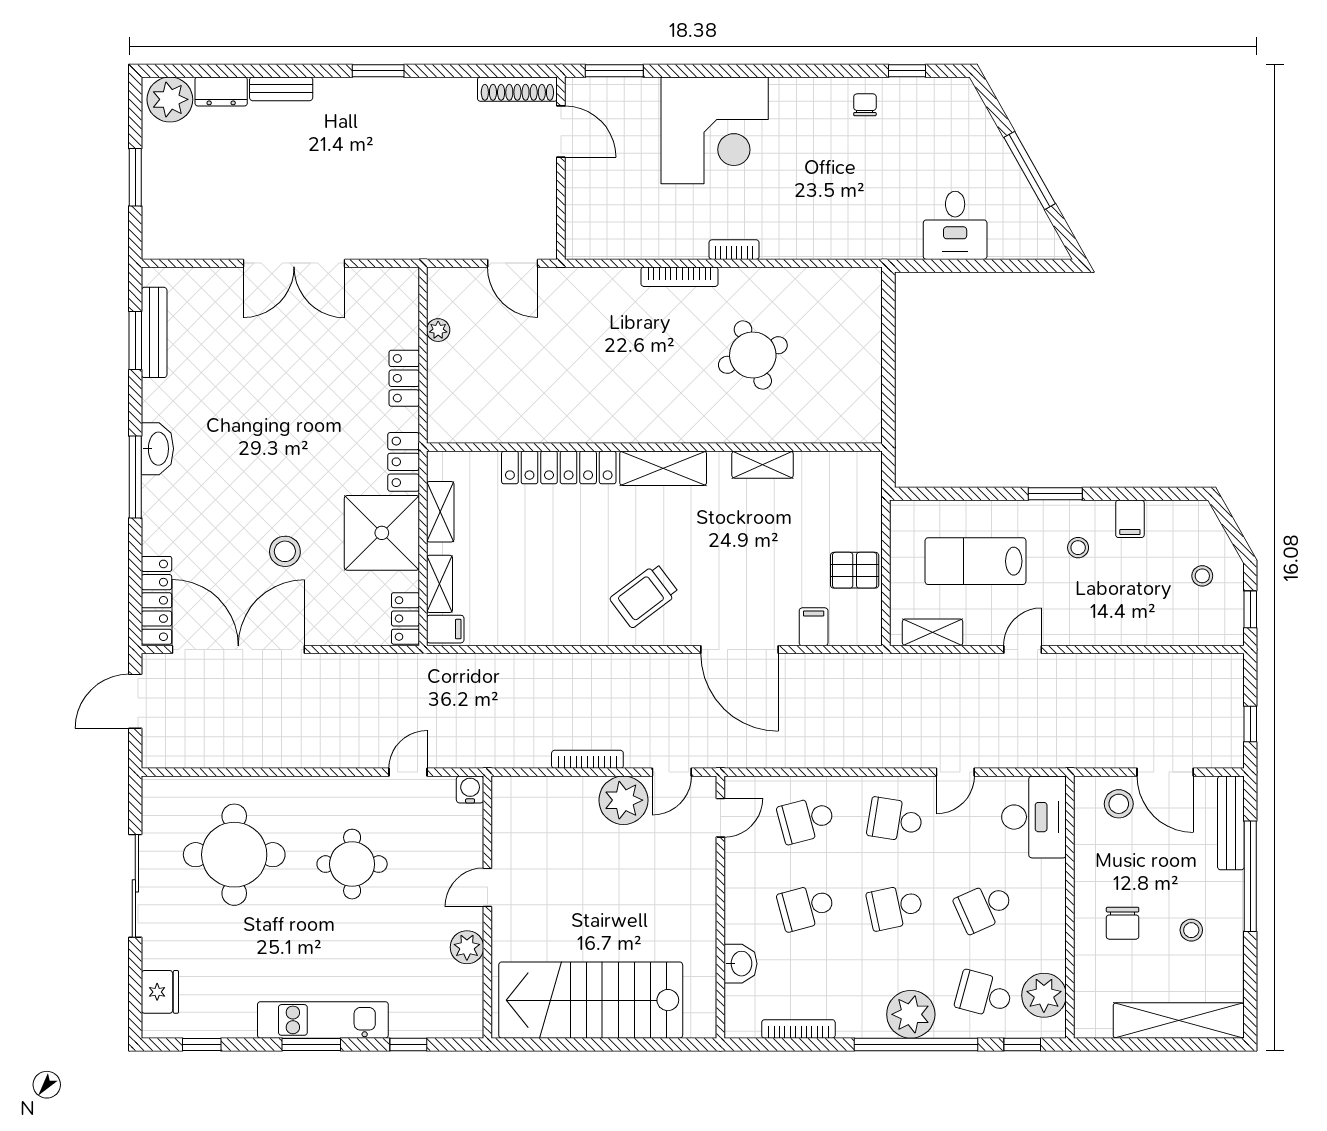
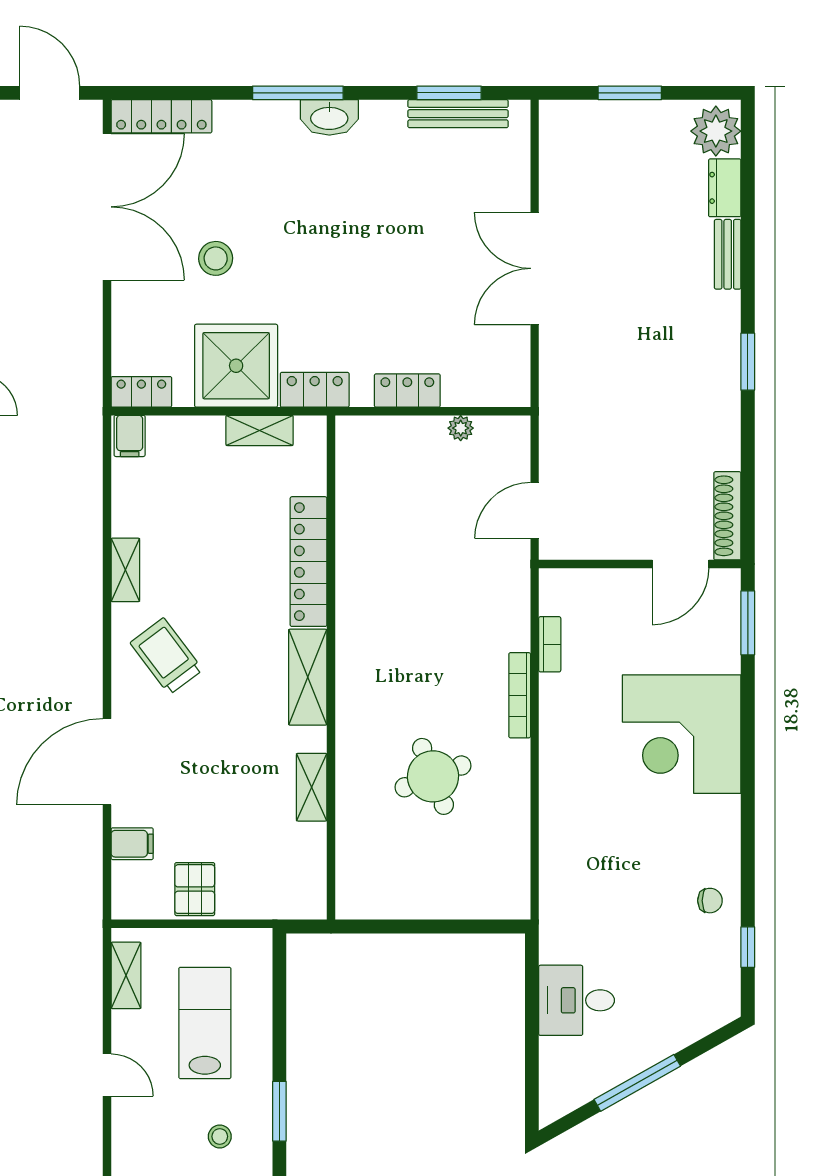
bookcase: (734, 250) -> (550, 644), moved
shelving: (440, 584) -> (125, 570), moved, turned 90

